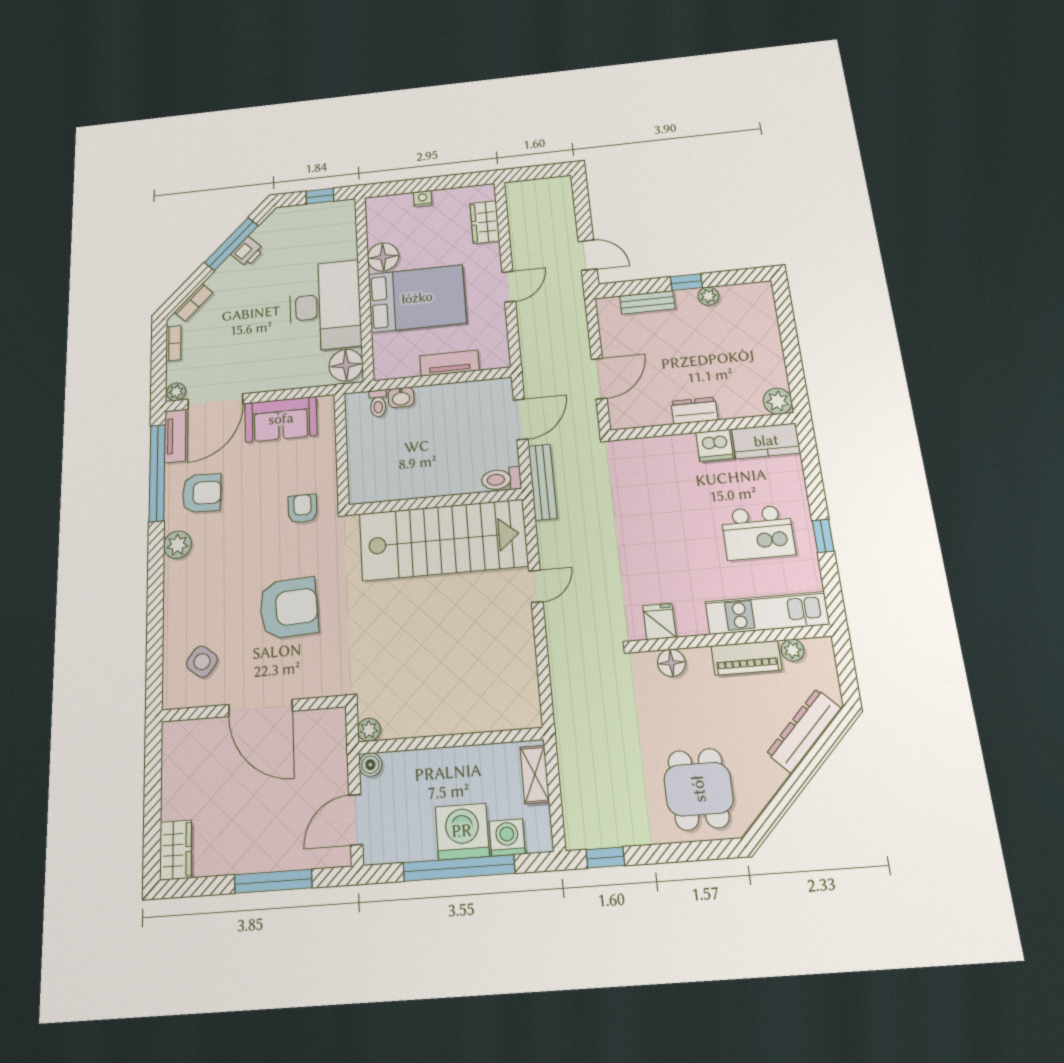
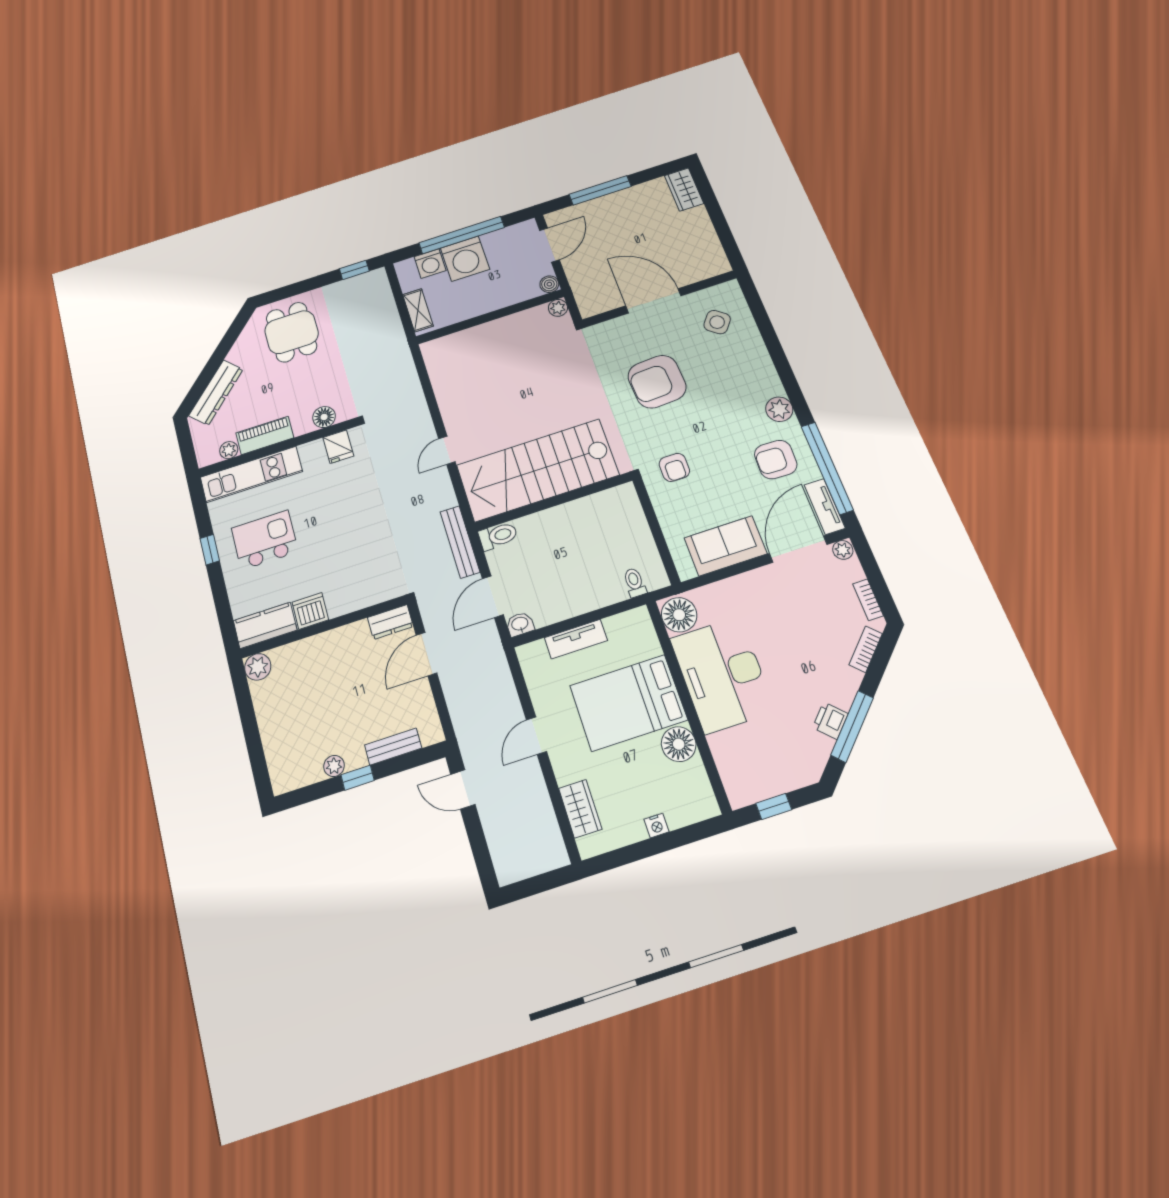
washbasin: (401, 397) -> (520, 624), moved
dresser: (694, 411) -> (390, 622), moved

